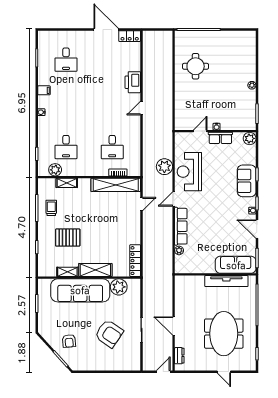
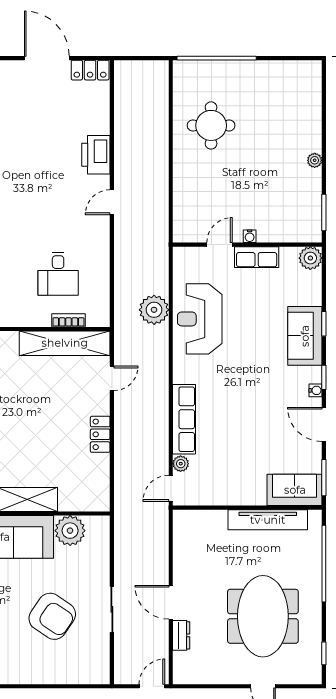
door: (174, 199) -> (171, 488), moved
locker: (135, 261) -> (100, 434), moved, width x0.66
sofa: (236, 265) -> (295, 490), width x0.73
dresser: (179, 356) -> (181, 635), moved

